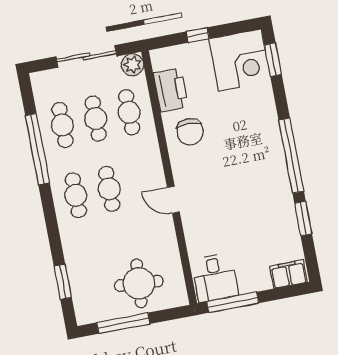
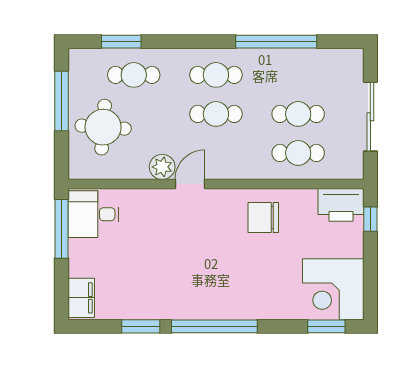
window: (198, 35) -> (370, 219), moved
plant: (132, 65) -> (162, 167), moved
printer: (171, 90) -> (341, 205), moved
cafe table: (62, 125) -> (134, 75), moved

